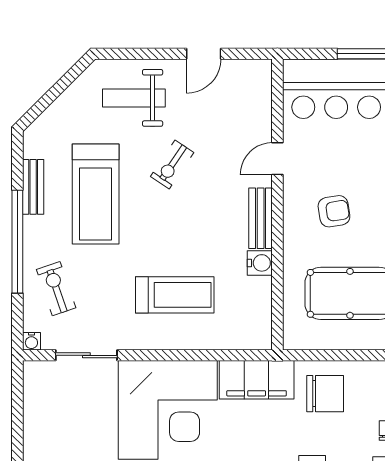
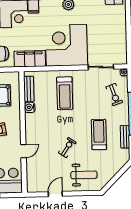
treadmill: (96, 194) -> (99, 134), width x0.73, depth x0.73
bench: (261, 218) -> (29, 89), moved
treadmill: (175, 295) -> (65, 93), turned -90

